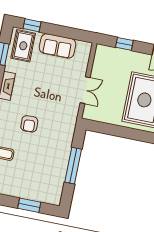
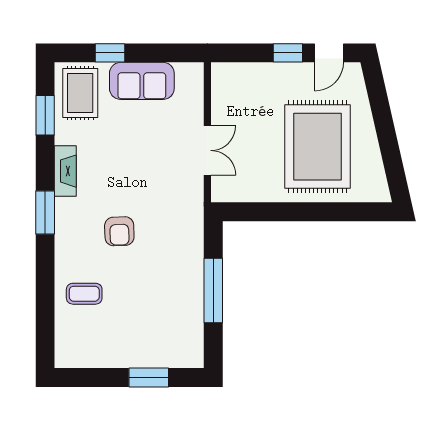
window: (32, 25) -> (110, 53), moved
window: (124, 44) -> (288, 53), moved

